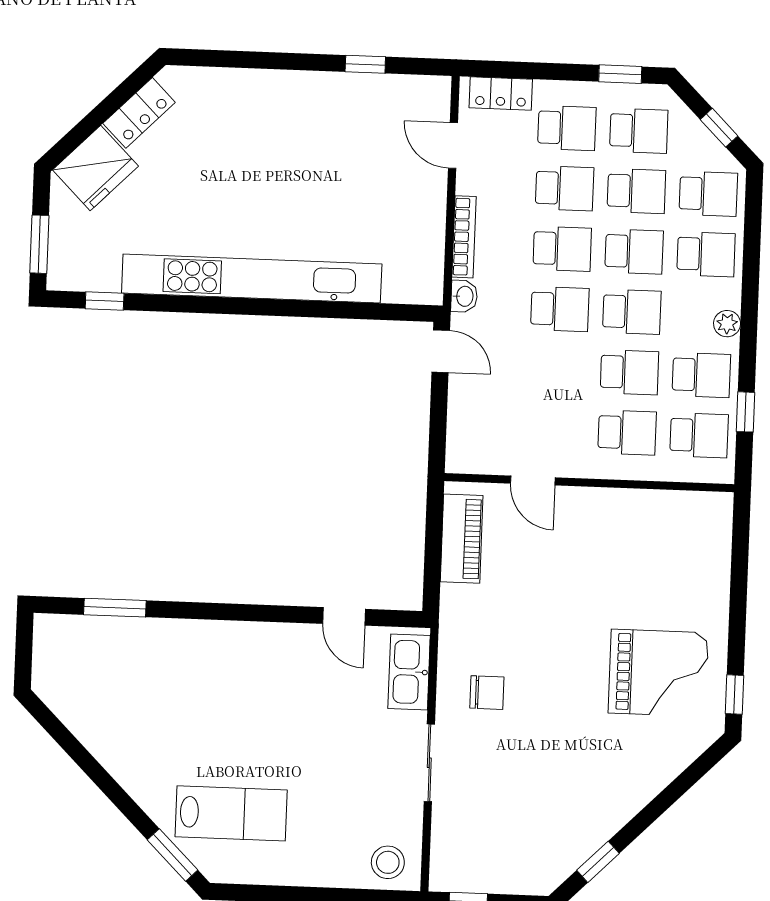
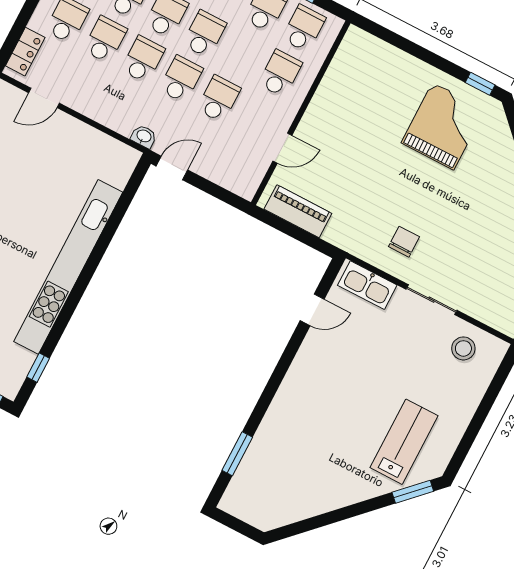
bookcase: (464, 237) -> (106, 118), removed
school desk: (629, 372) -> (219, 99), moved
stool: (388, 862) -> (463, 348), moved

